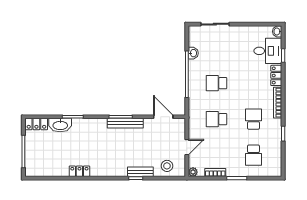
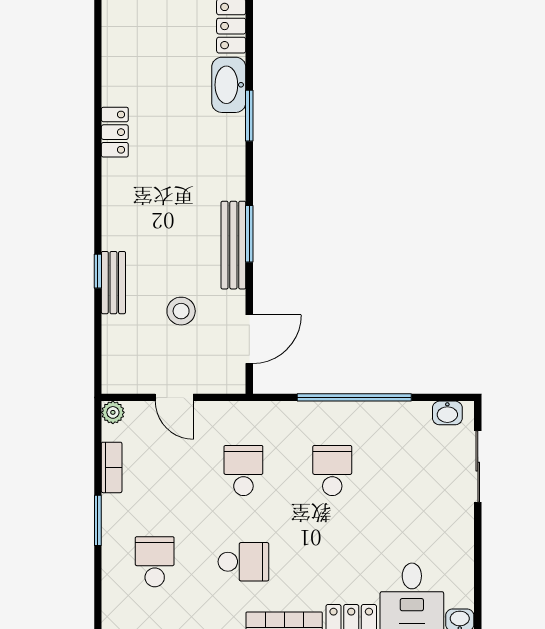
washbasin: (193, 53) -> (447, 413), moved
school desk: (253, 155) -> (155, 562), turned 90
stool: (167, 166) -> (181, 311), moved

